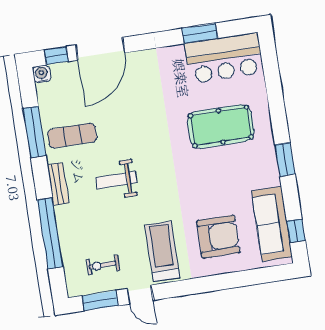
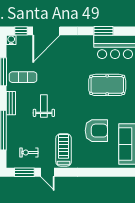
weight bench: (116, 180) -> (44, 106), turned 90
armchair: (218, 237) -> (96, 131), moved

